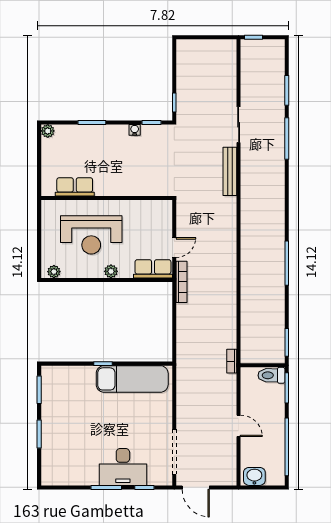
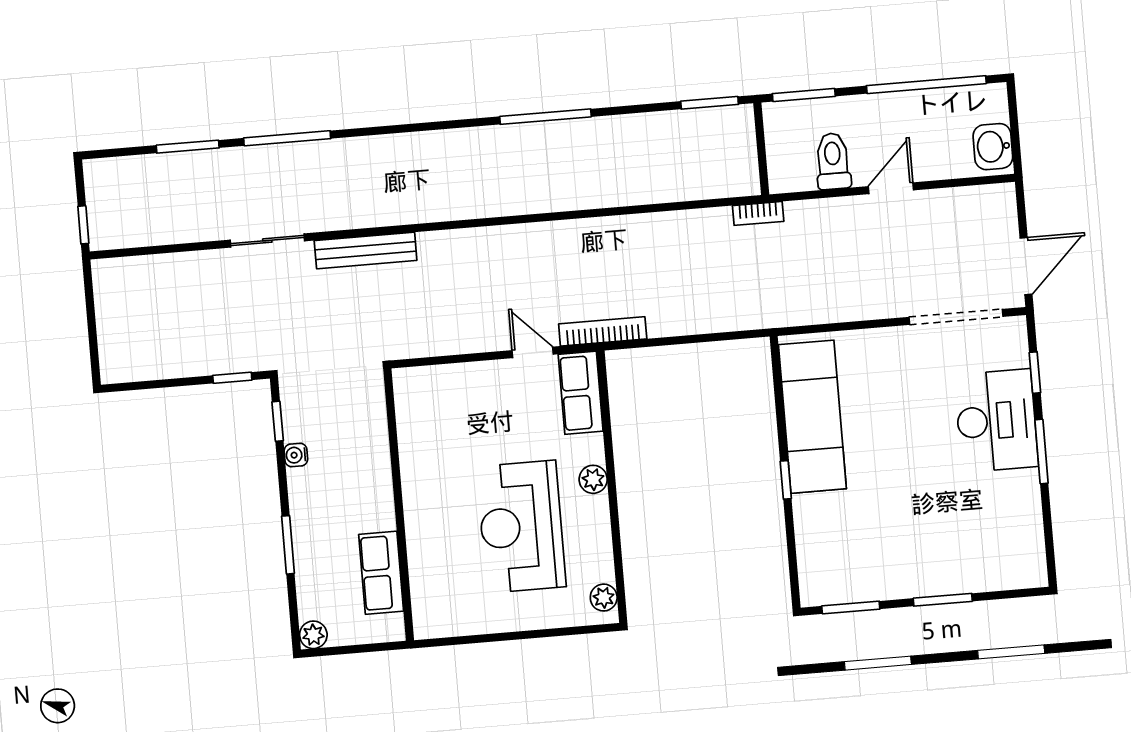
row of seats: (75, 187) -> (381, 573), moved
wall: (107, 198) -> (399, 505), moved
reception desk: (91, 235) -> (521, 527), turned 180
toilet: (271, 375) -> (833, 161), moved, turned 180

